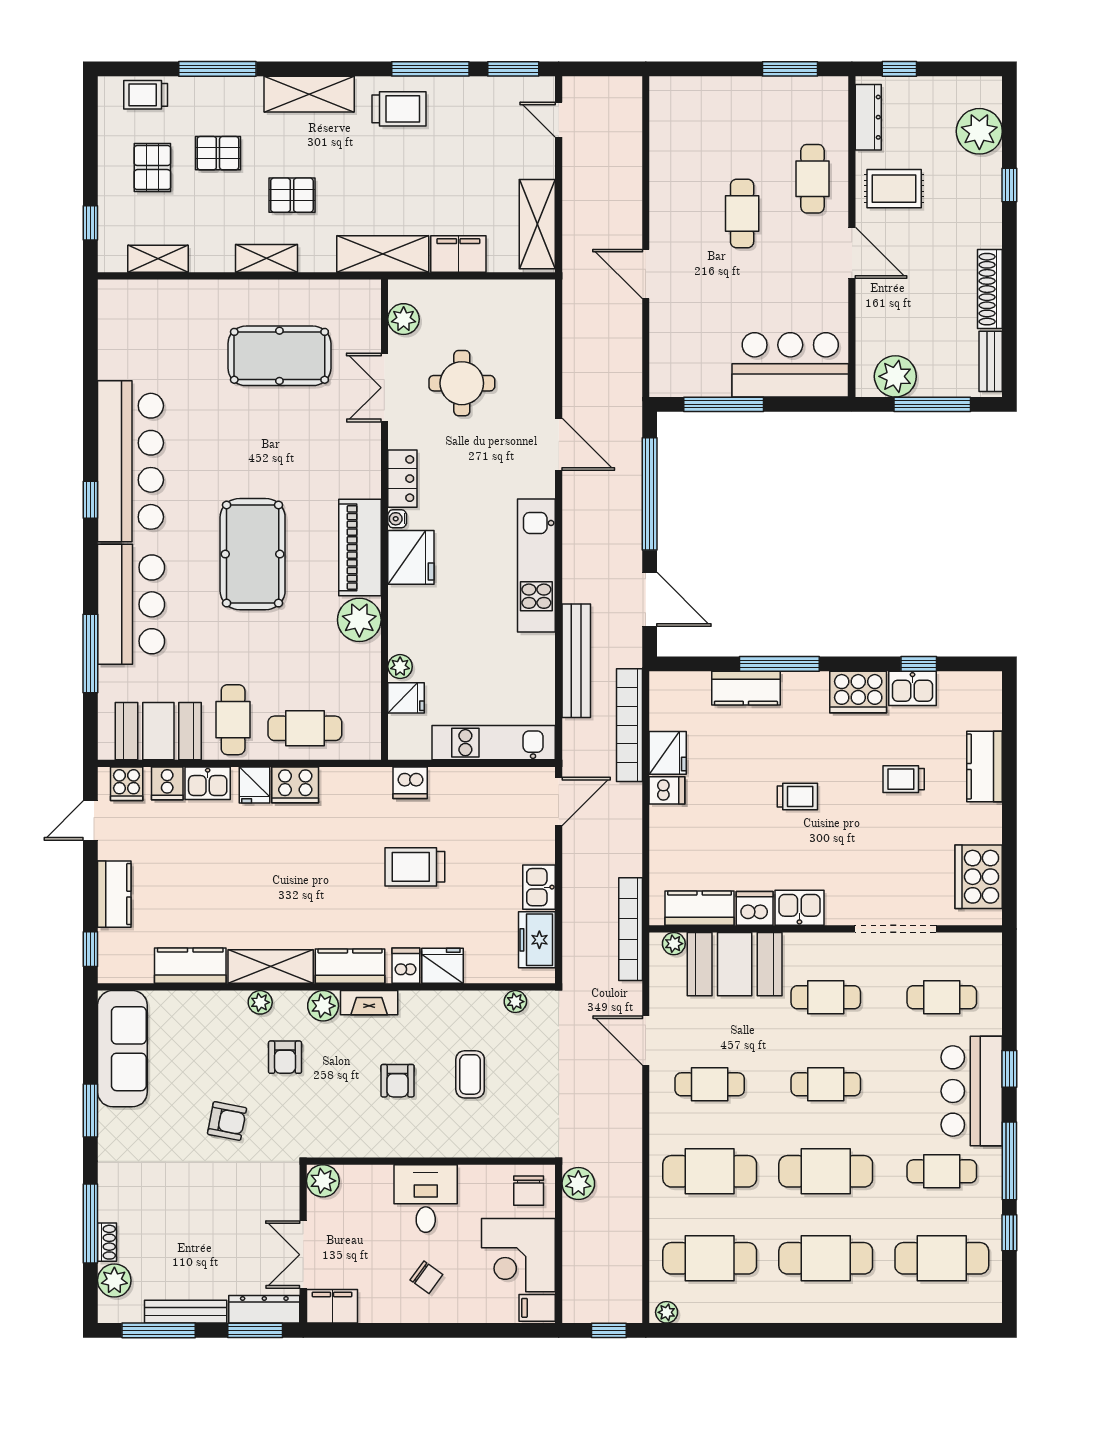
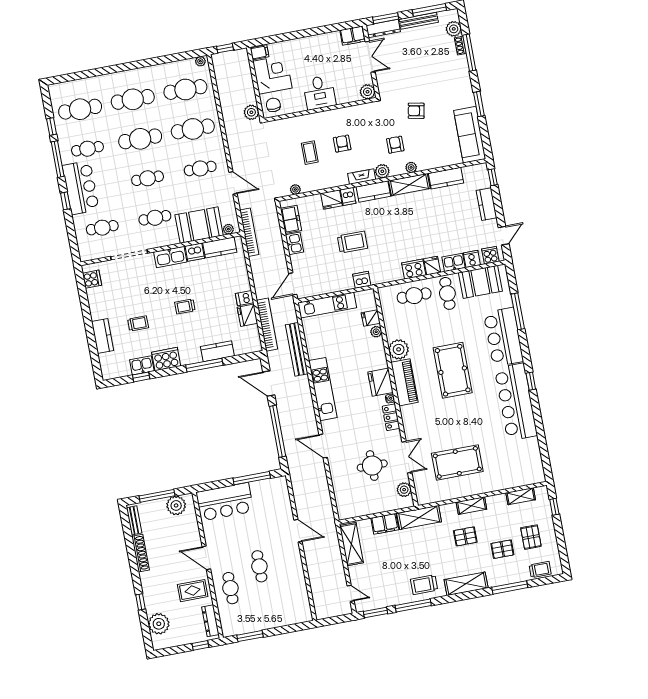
cooker: (979, 877) -> (92, 279), width x0.53, depth x0.76
kitchen sink: (799, 908) -> (170, 257), width x1.38
chair: (426, 1277) -> (312, 57), removed

